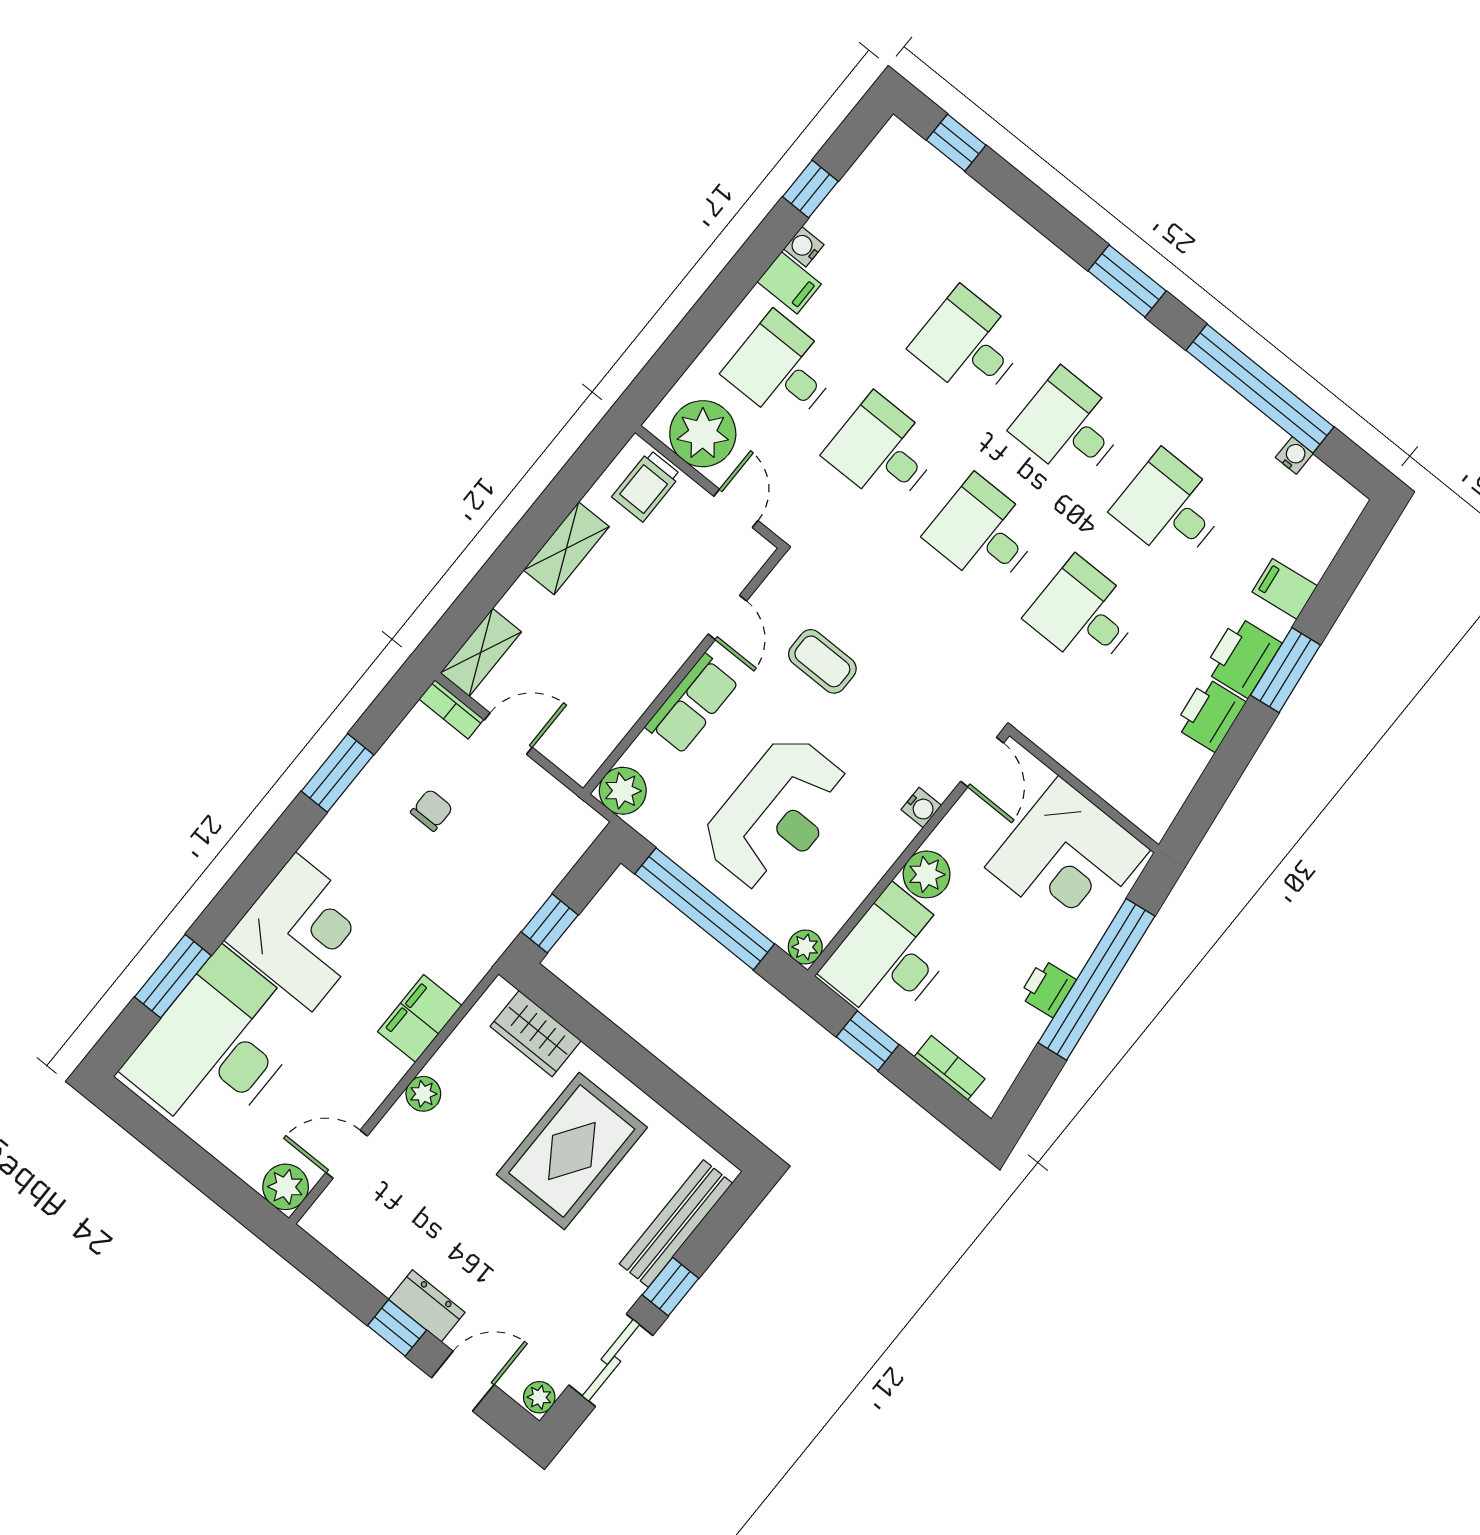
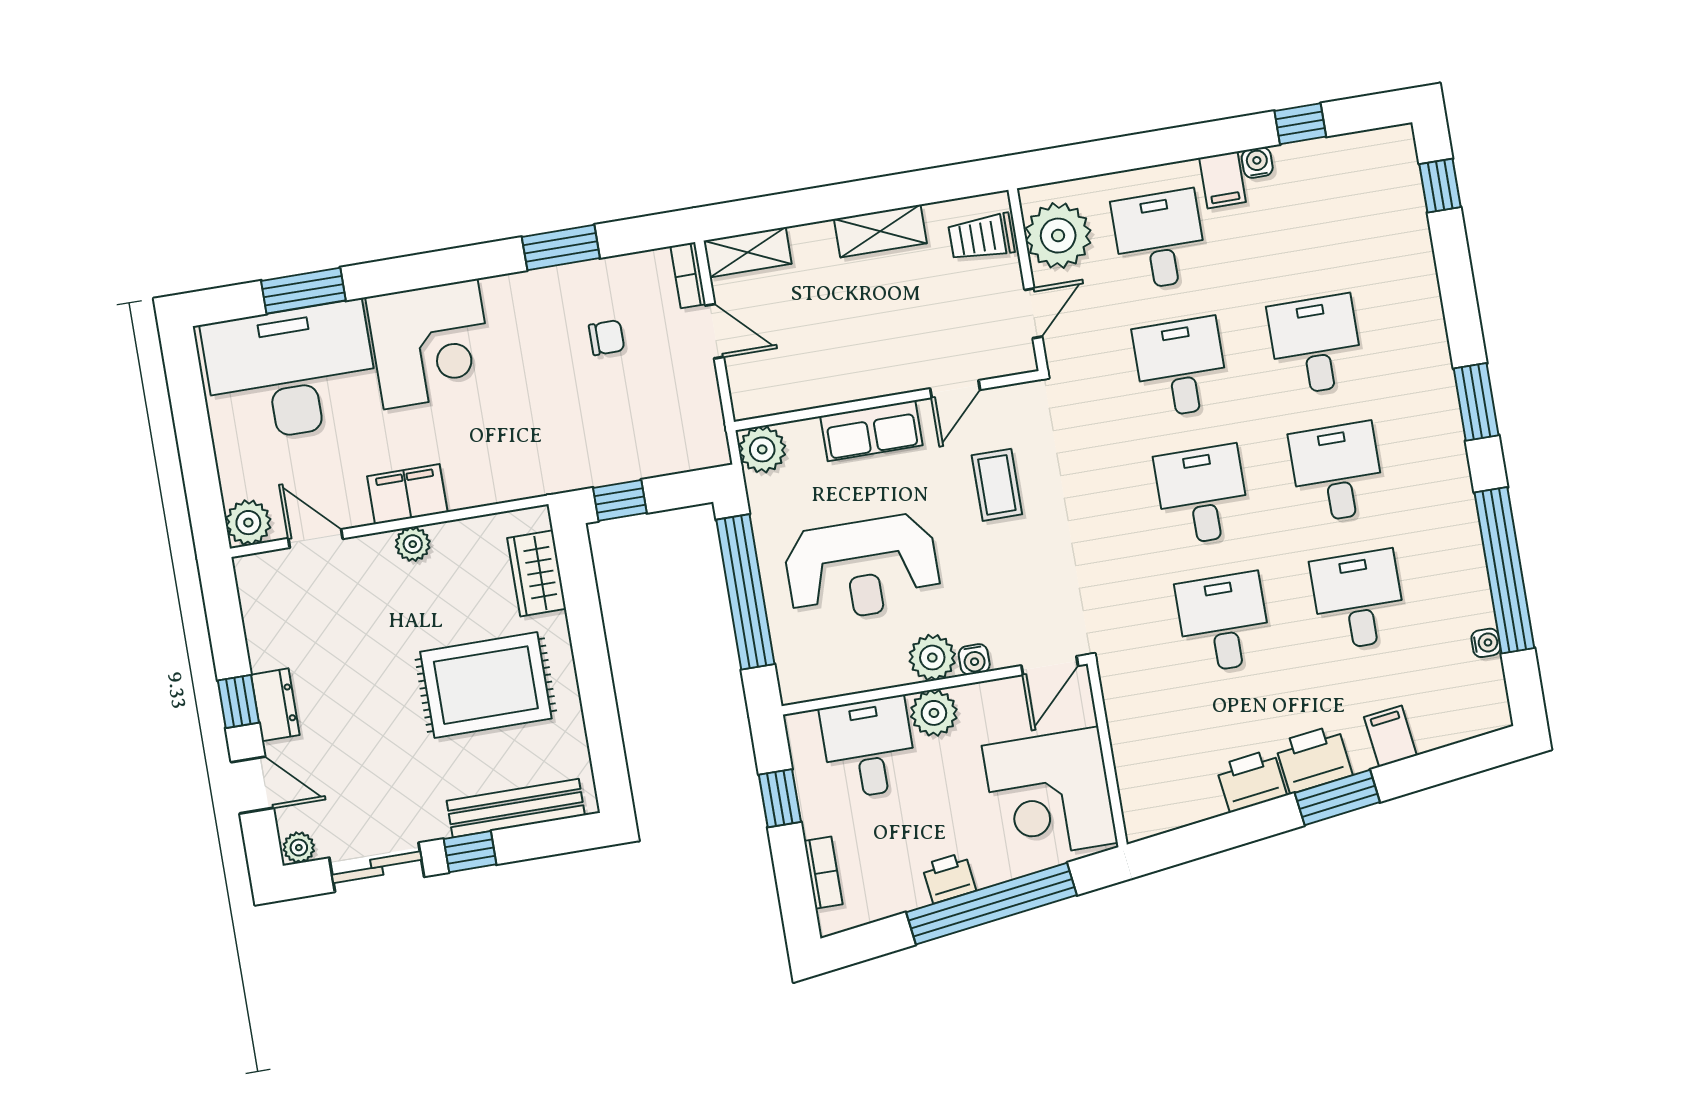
plant: (805, 947) -> (932, 658), moved, width x1.38, depth x1.38
desk: (890, 957) -> (869, 748), width x0.73
filing cabinet: (420, 1018) -> (407, 494), moved

